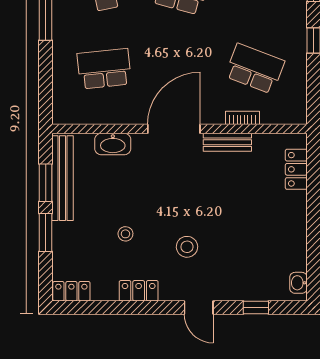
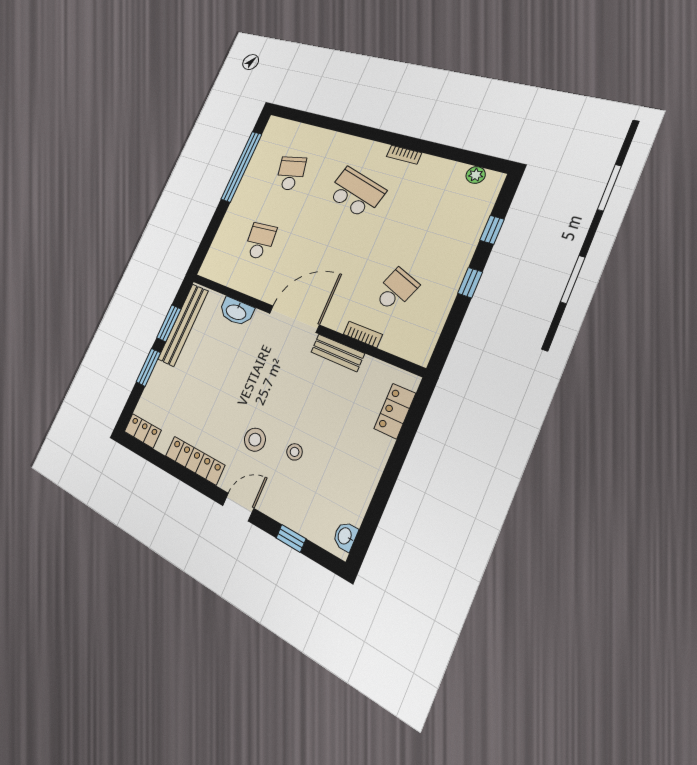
school desk: (104, 69) -> (260, 241), width x0.54
school desk: (255, 69) -> (396, 290), width x0.54
stool: (125, 234) -> (295, 452), moved
locker: (139, 291) -> (195, 460), width x1.53
door: (199, 307) -> (238, 507), swing flipped

